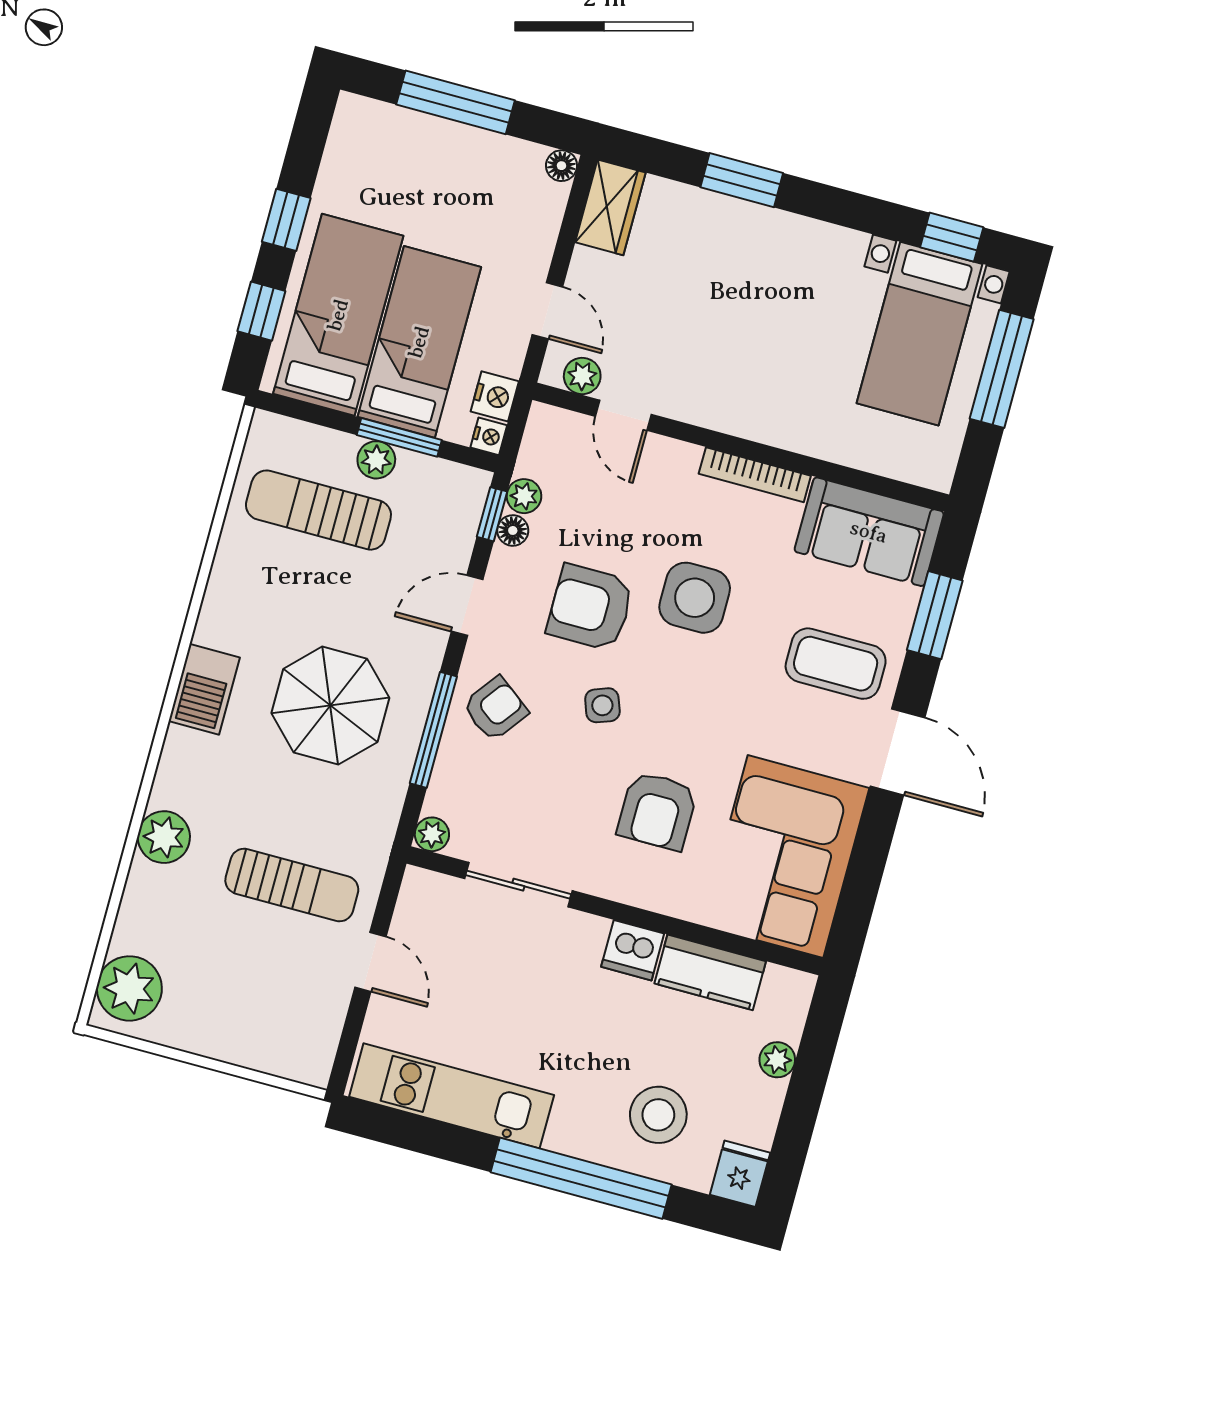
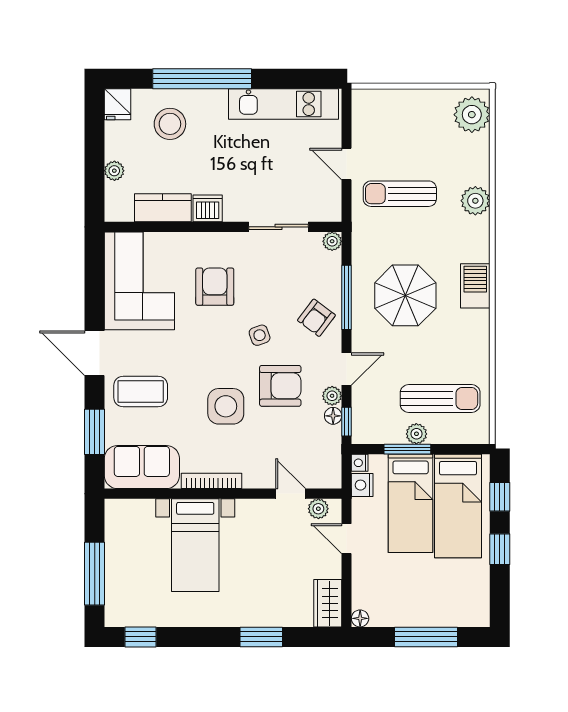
bed with nightstands: (919, 334) -> (195, 545), moved, turned 180
plant: (524, 496) -> (332, 396), moved

